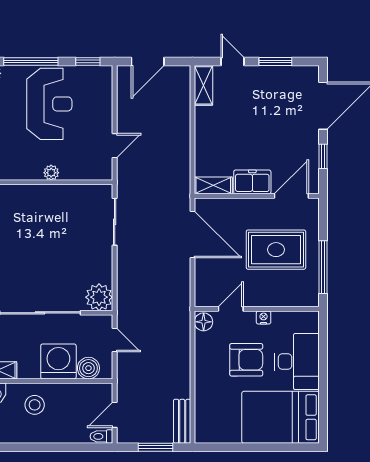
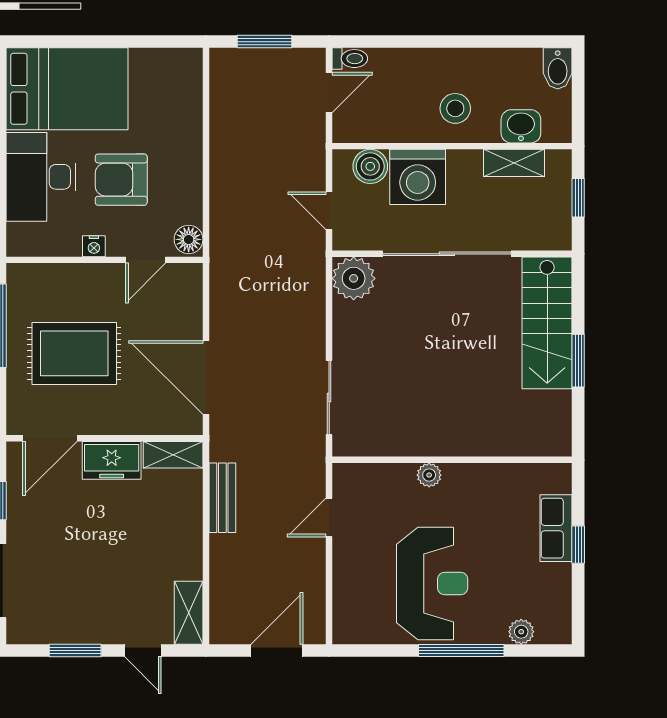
window: (88, 61) -> (371, 651), removed
reception desk: (49, 104) -> (432, 583), turned 180
bench: (182, 421) -> (222, 498), moved

